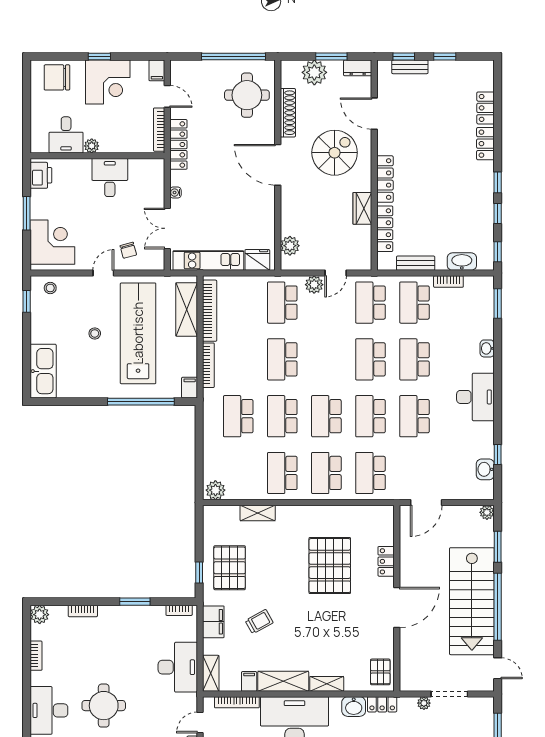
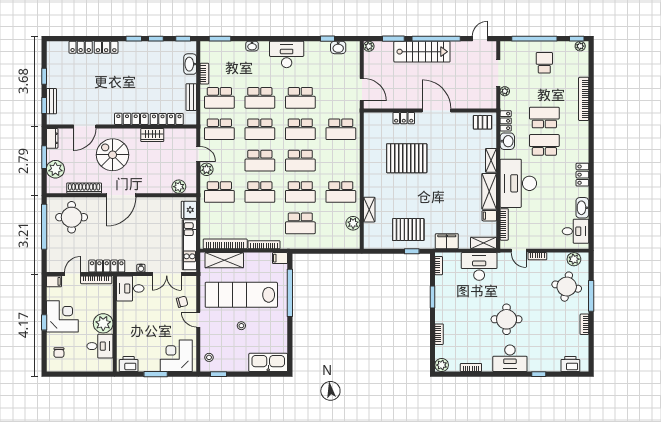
chair: (57, 77) -> (59, 353), width x0.54, depth x0.54
plant: (92, 146) -> (103, 323), width x1.88, depth x1.88
desk: (110, 177) -> (130, 288), moved
school desk: (326, 473) -> (260, 161), moved
plant: (215, 490) -> (353, 223), moved
stairs: (472, 601) -> (422, 52), width x0.73, depth x0.66
trolley: (259, 622) -> (447, 209), removed

